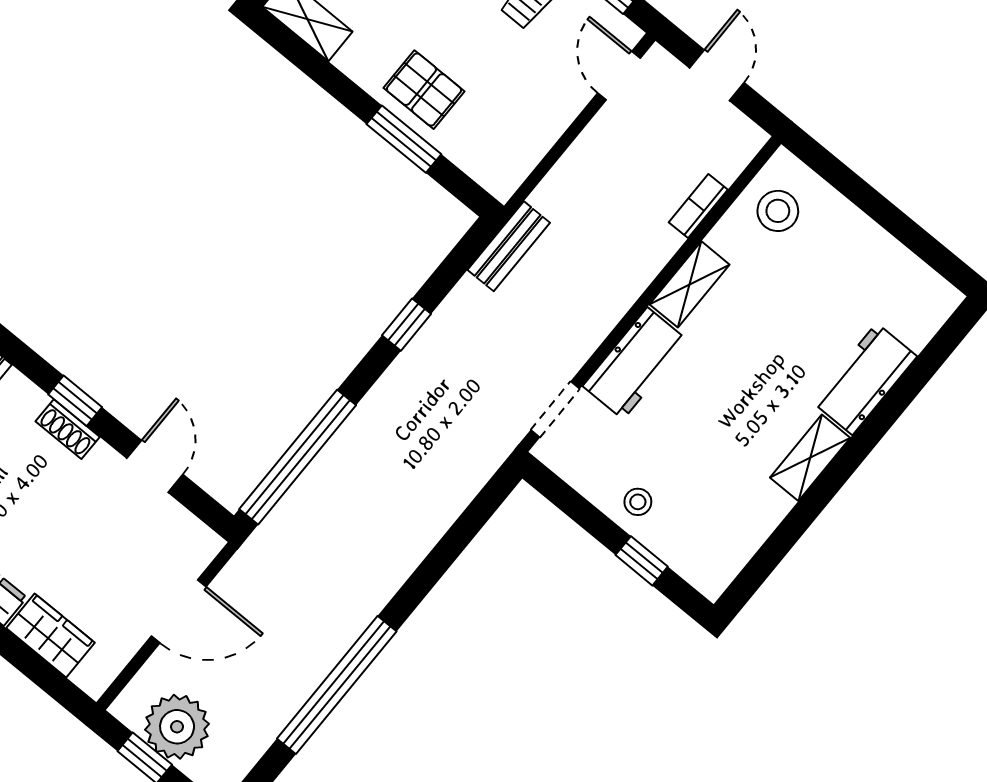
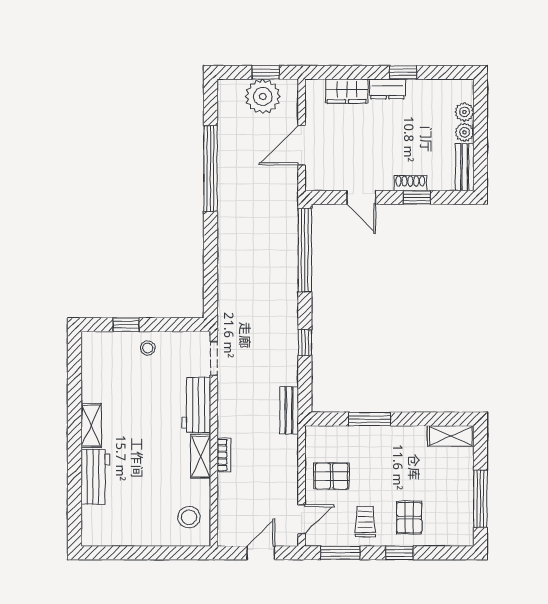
door: (717, 75) -> (261, 553), swing flipped
door: (619, 76) -> (302, 519), hinge flipped
pallet: (424, 90) -> (332, 476), moved
bookcase: (698, 206) -> (224, 455), moved

